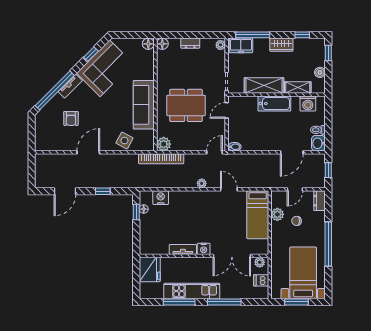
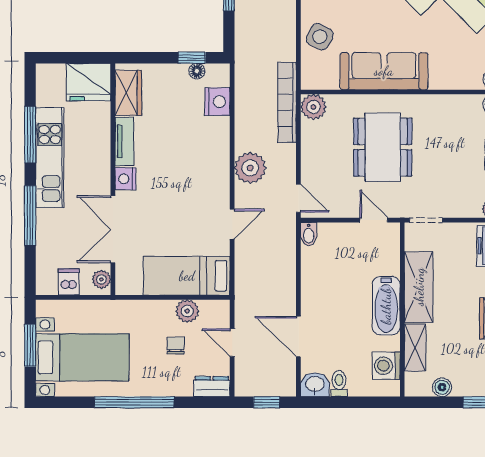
plant: (202, 183) -> (250, 168), width x1.88, depth x1.88
wardrobe: (156, 247) -> (128, 93), added

